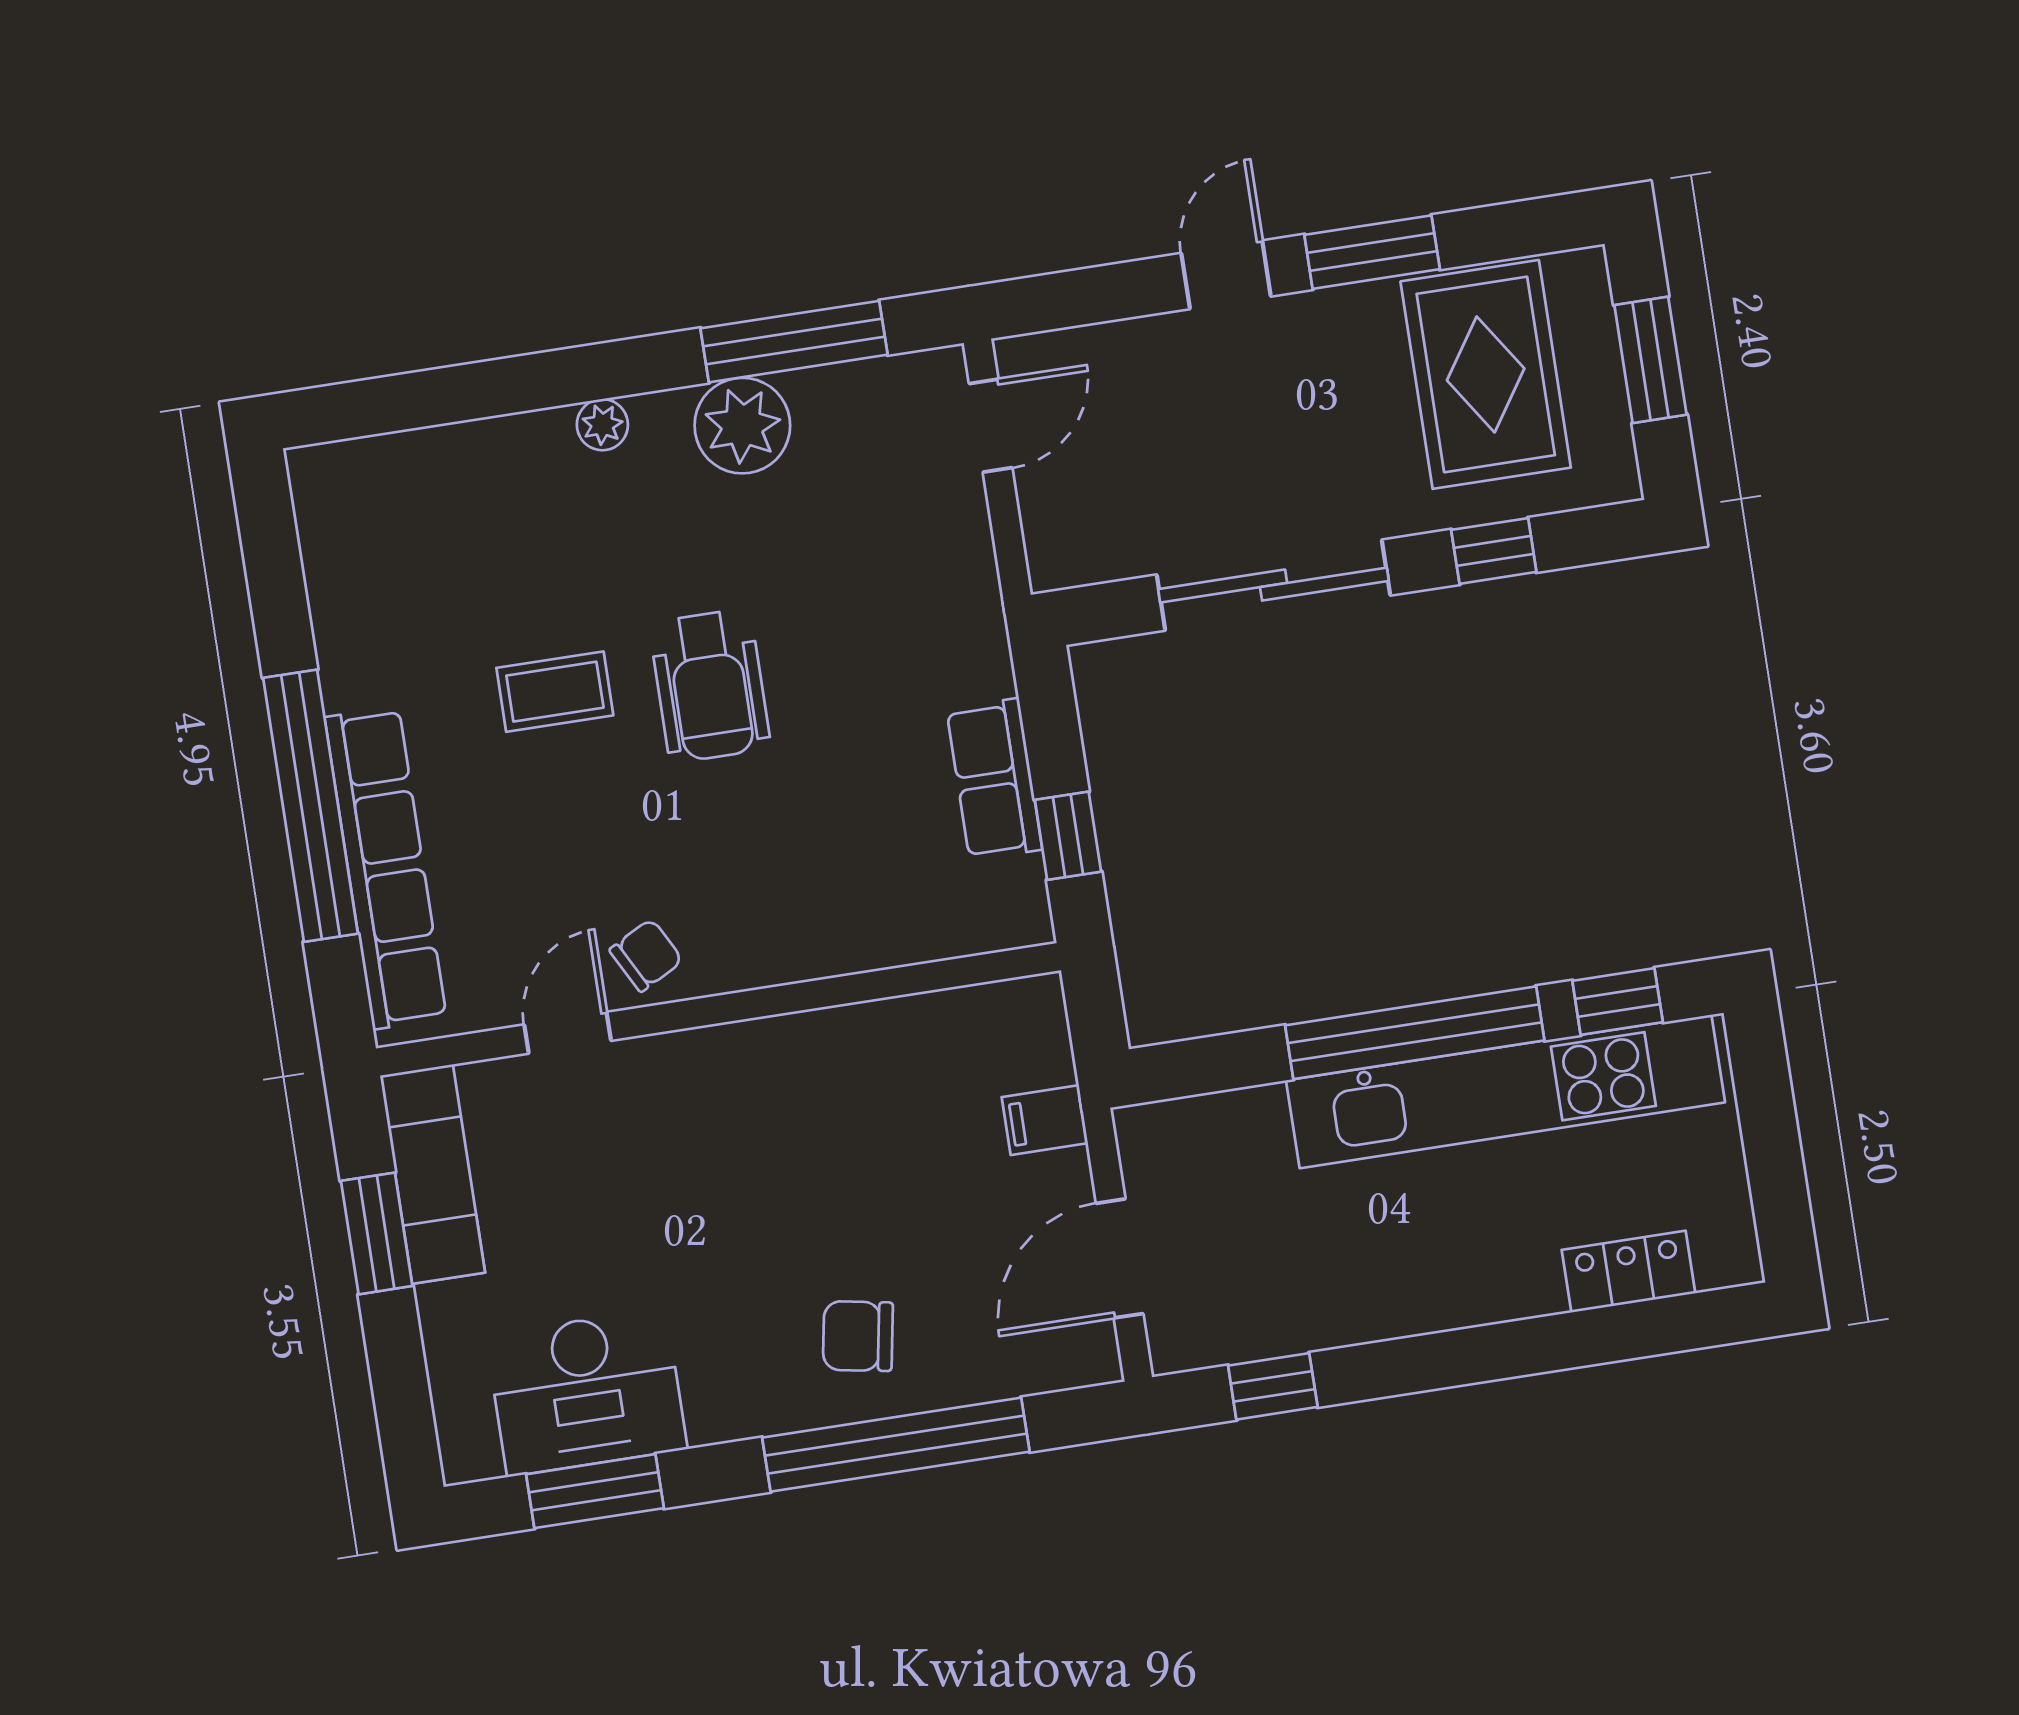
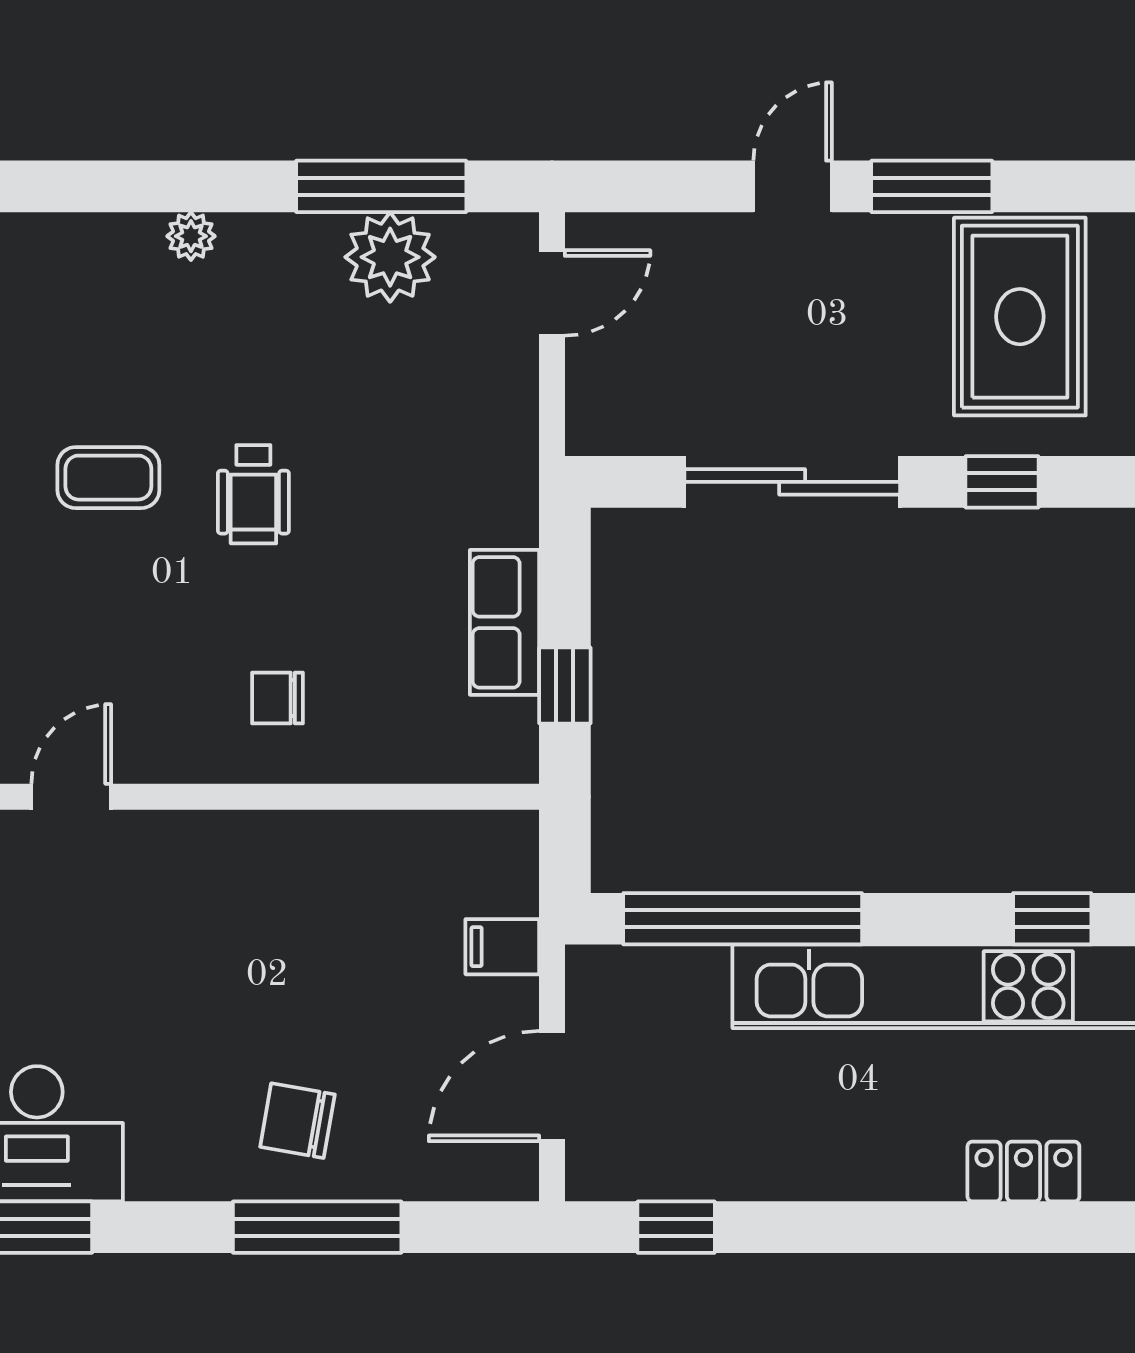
plant: (742, 426) -> (390, 257), moved
wheelchair: (710, 686) -> (253, 494), width x0.73, depth x0.73
chair: (646, 955) -> (277, 698), moved, turned -152
window: (1415, 1033) -> (743, 919), moved
window: (896, 1445) -> (317, 1227), width x0.68

